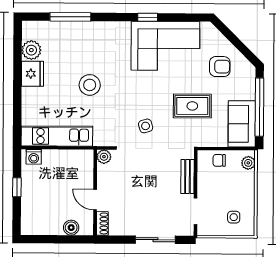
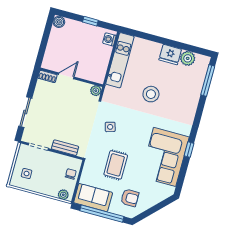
window: (70, 17) -> (208, 80), moved
armchair: (220, 67) -> (130, 198), moved, turned -90
boiler: (71, 228) -> (59, 22), moved

